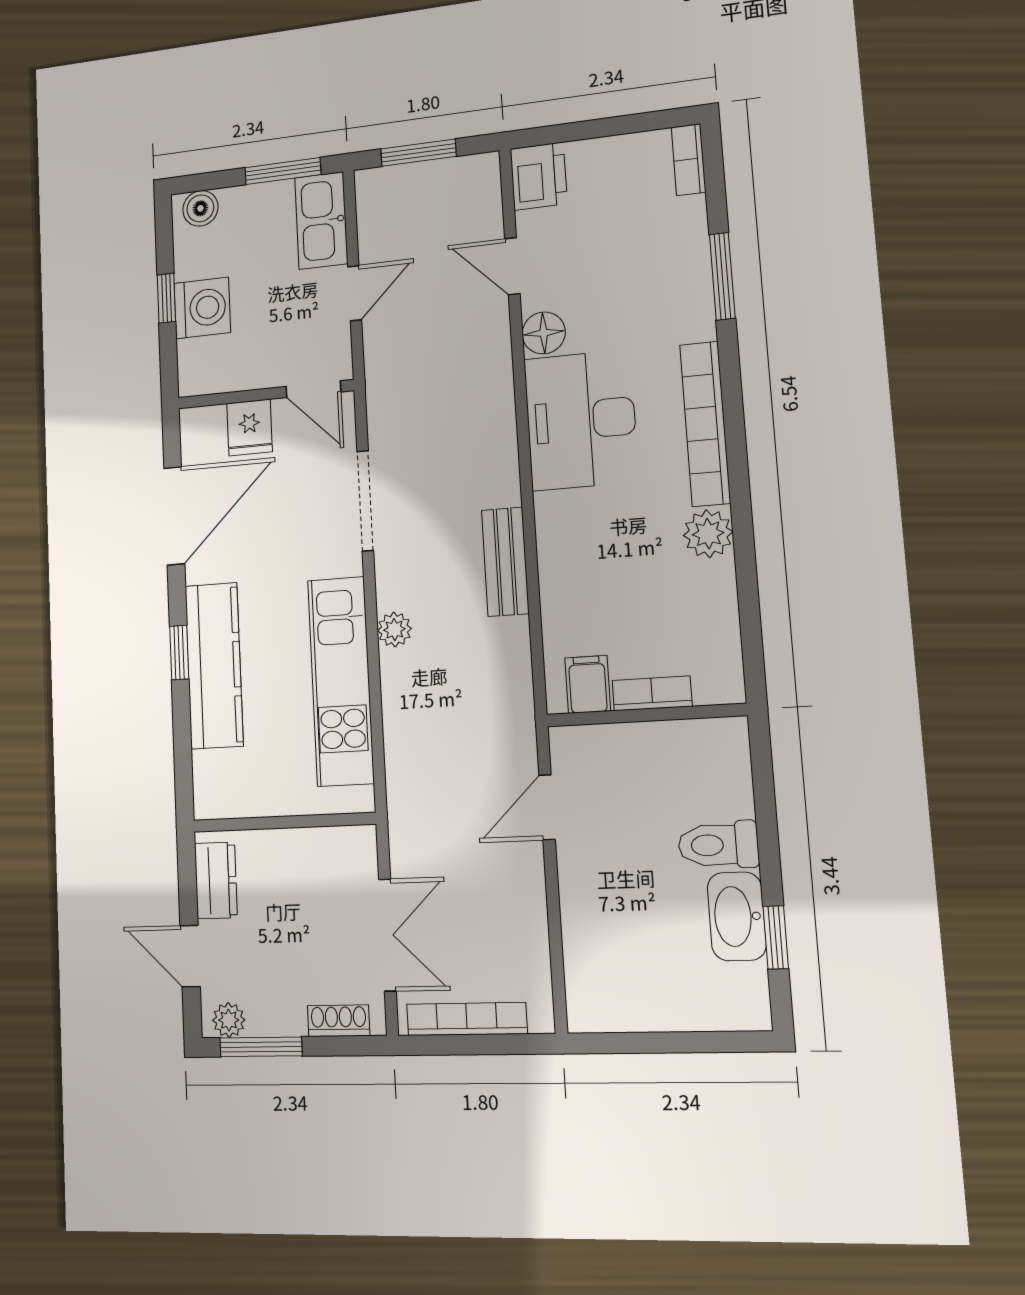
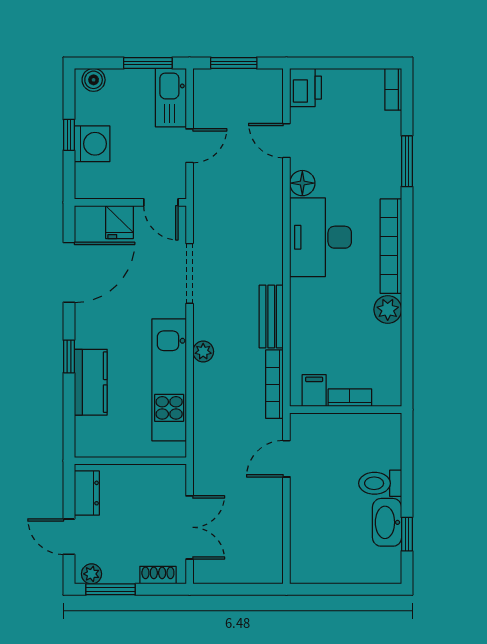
kitchen counter: (214, 666) -> (91, 382), width x0.67
bookcase: (467, 1019) -> (274, 384), moved, turned -90

